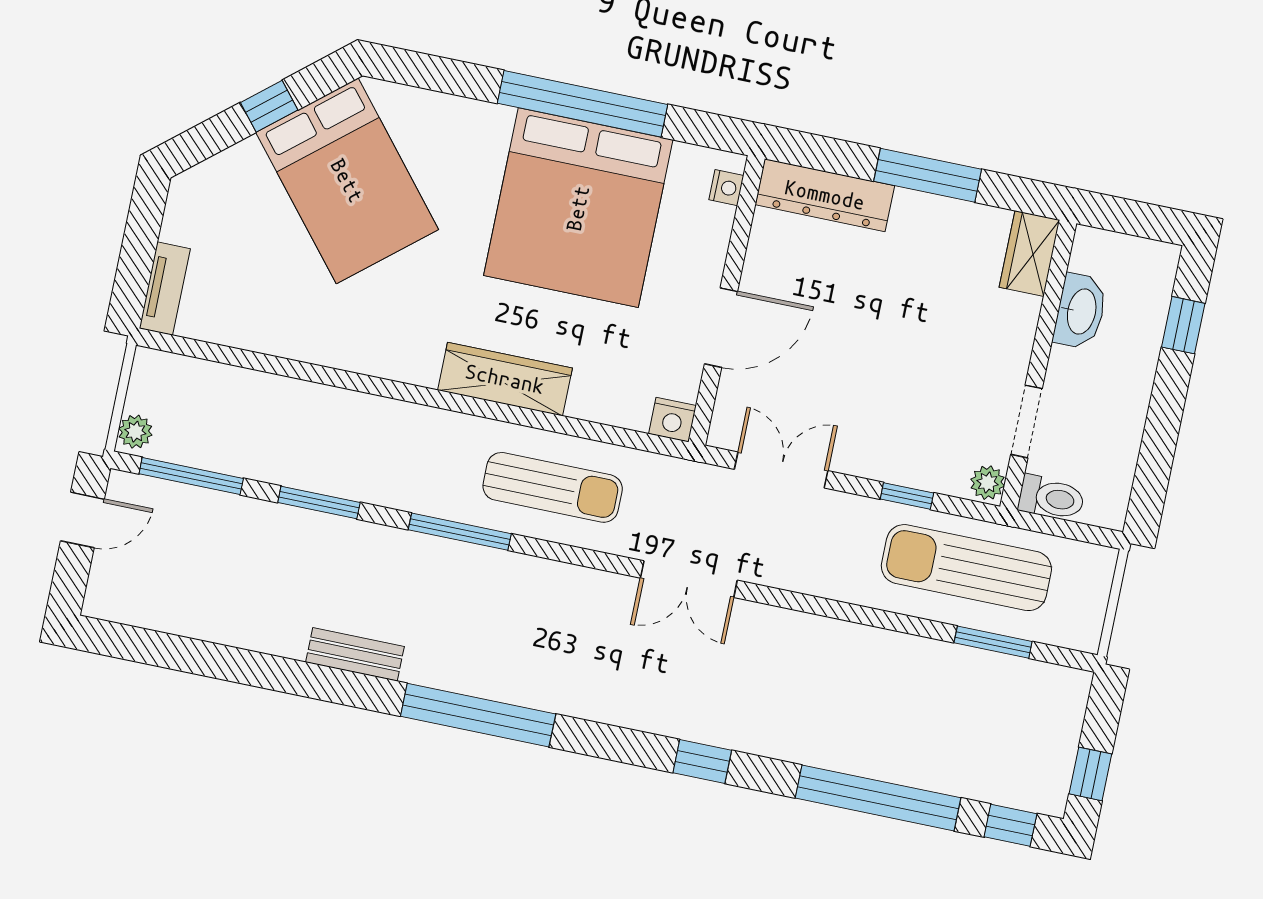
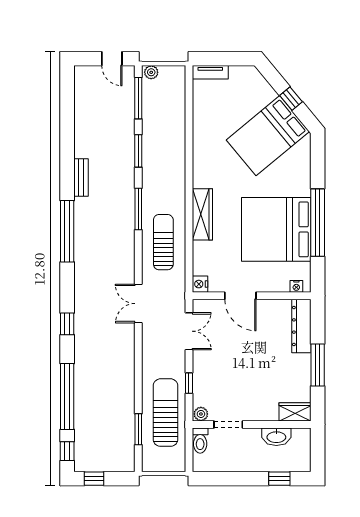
sun lounger: (553, 487) -> (163, 242), turned 180

